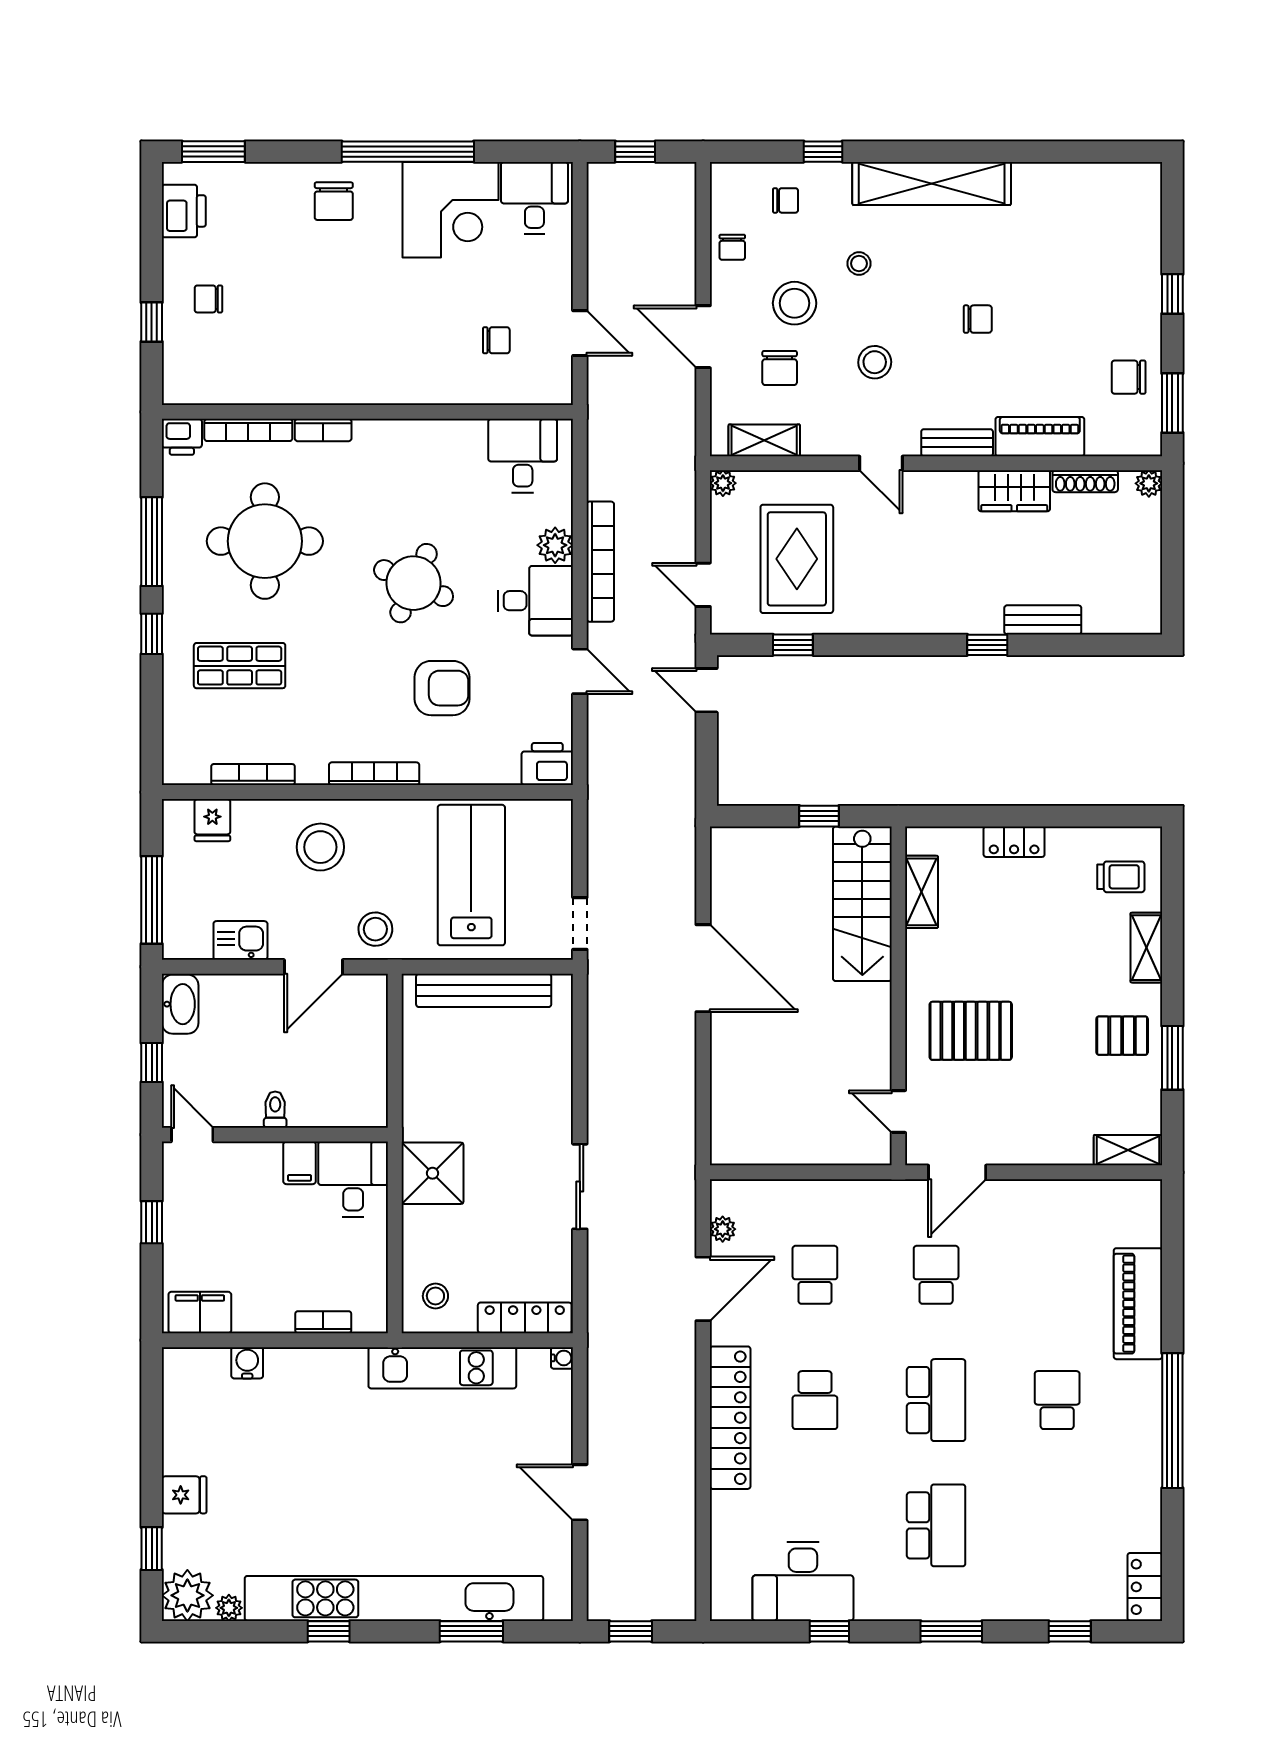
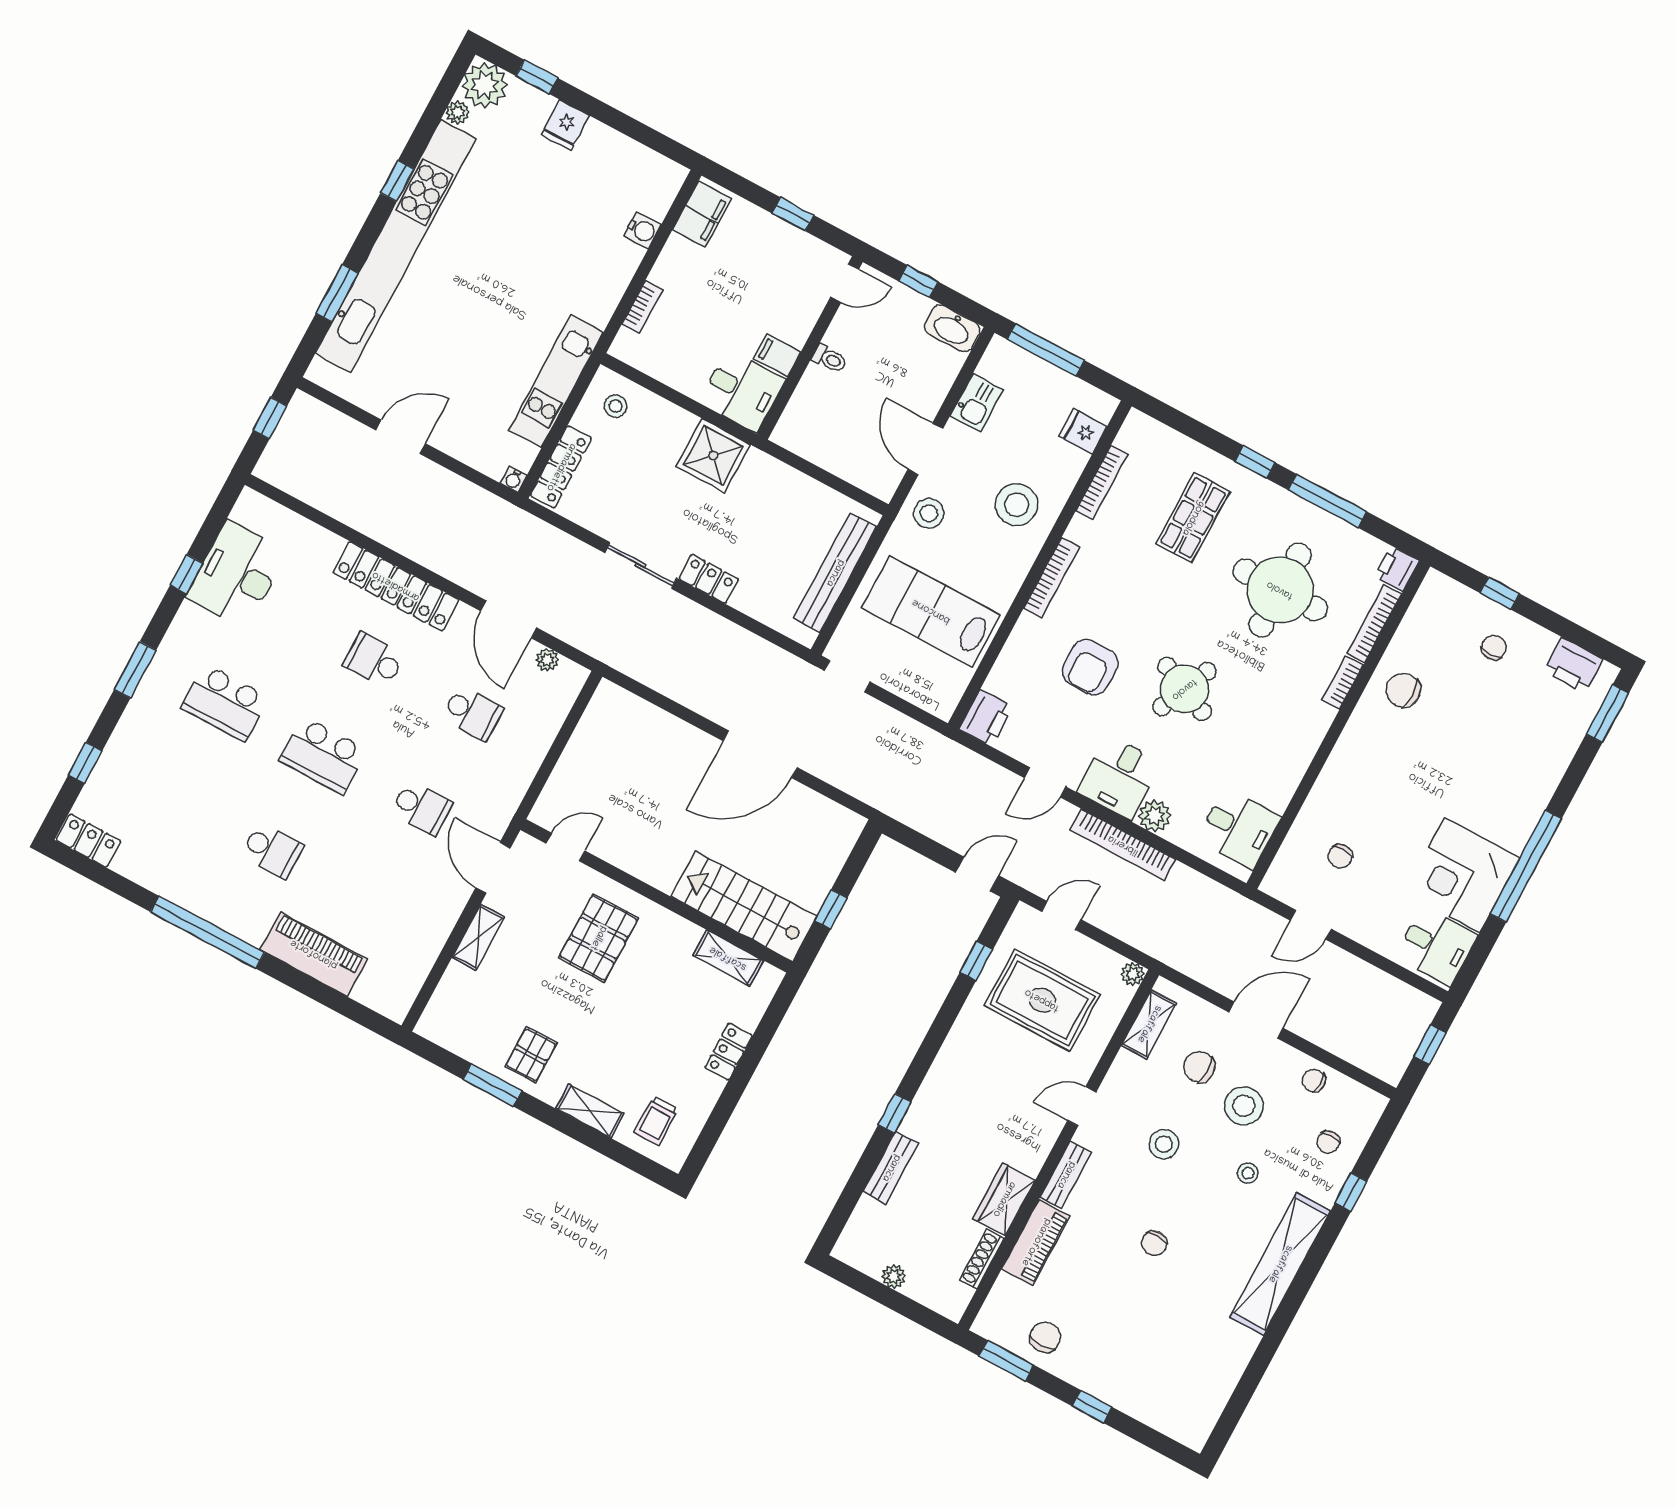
chair: (334, 201) -> (1403, 690), moved
plant: (1149, 483) -> (894, 1276), moved
lab bench: (471, 875) -> (931, 611), turned 180
locker: (557, 1112) -> (709, 579), added
shelving: (1128, 1150) -> (478, 937), moved

